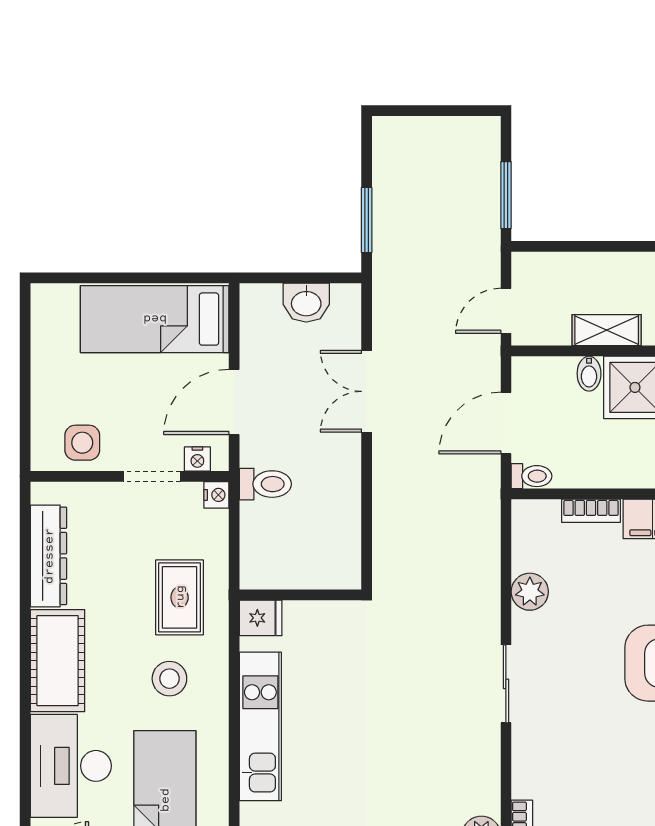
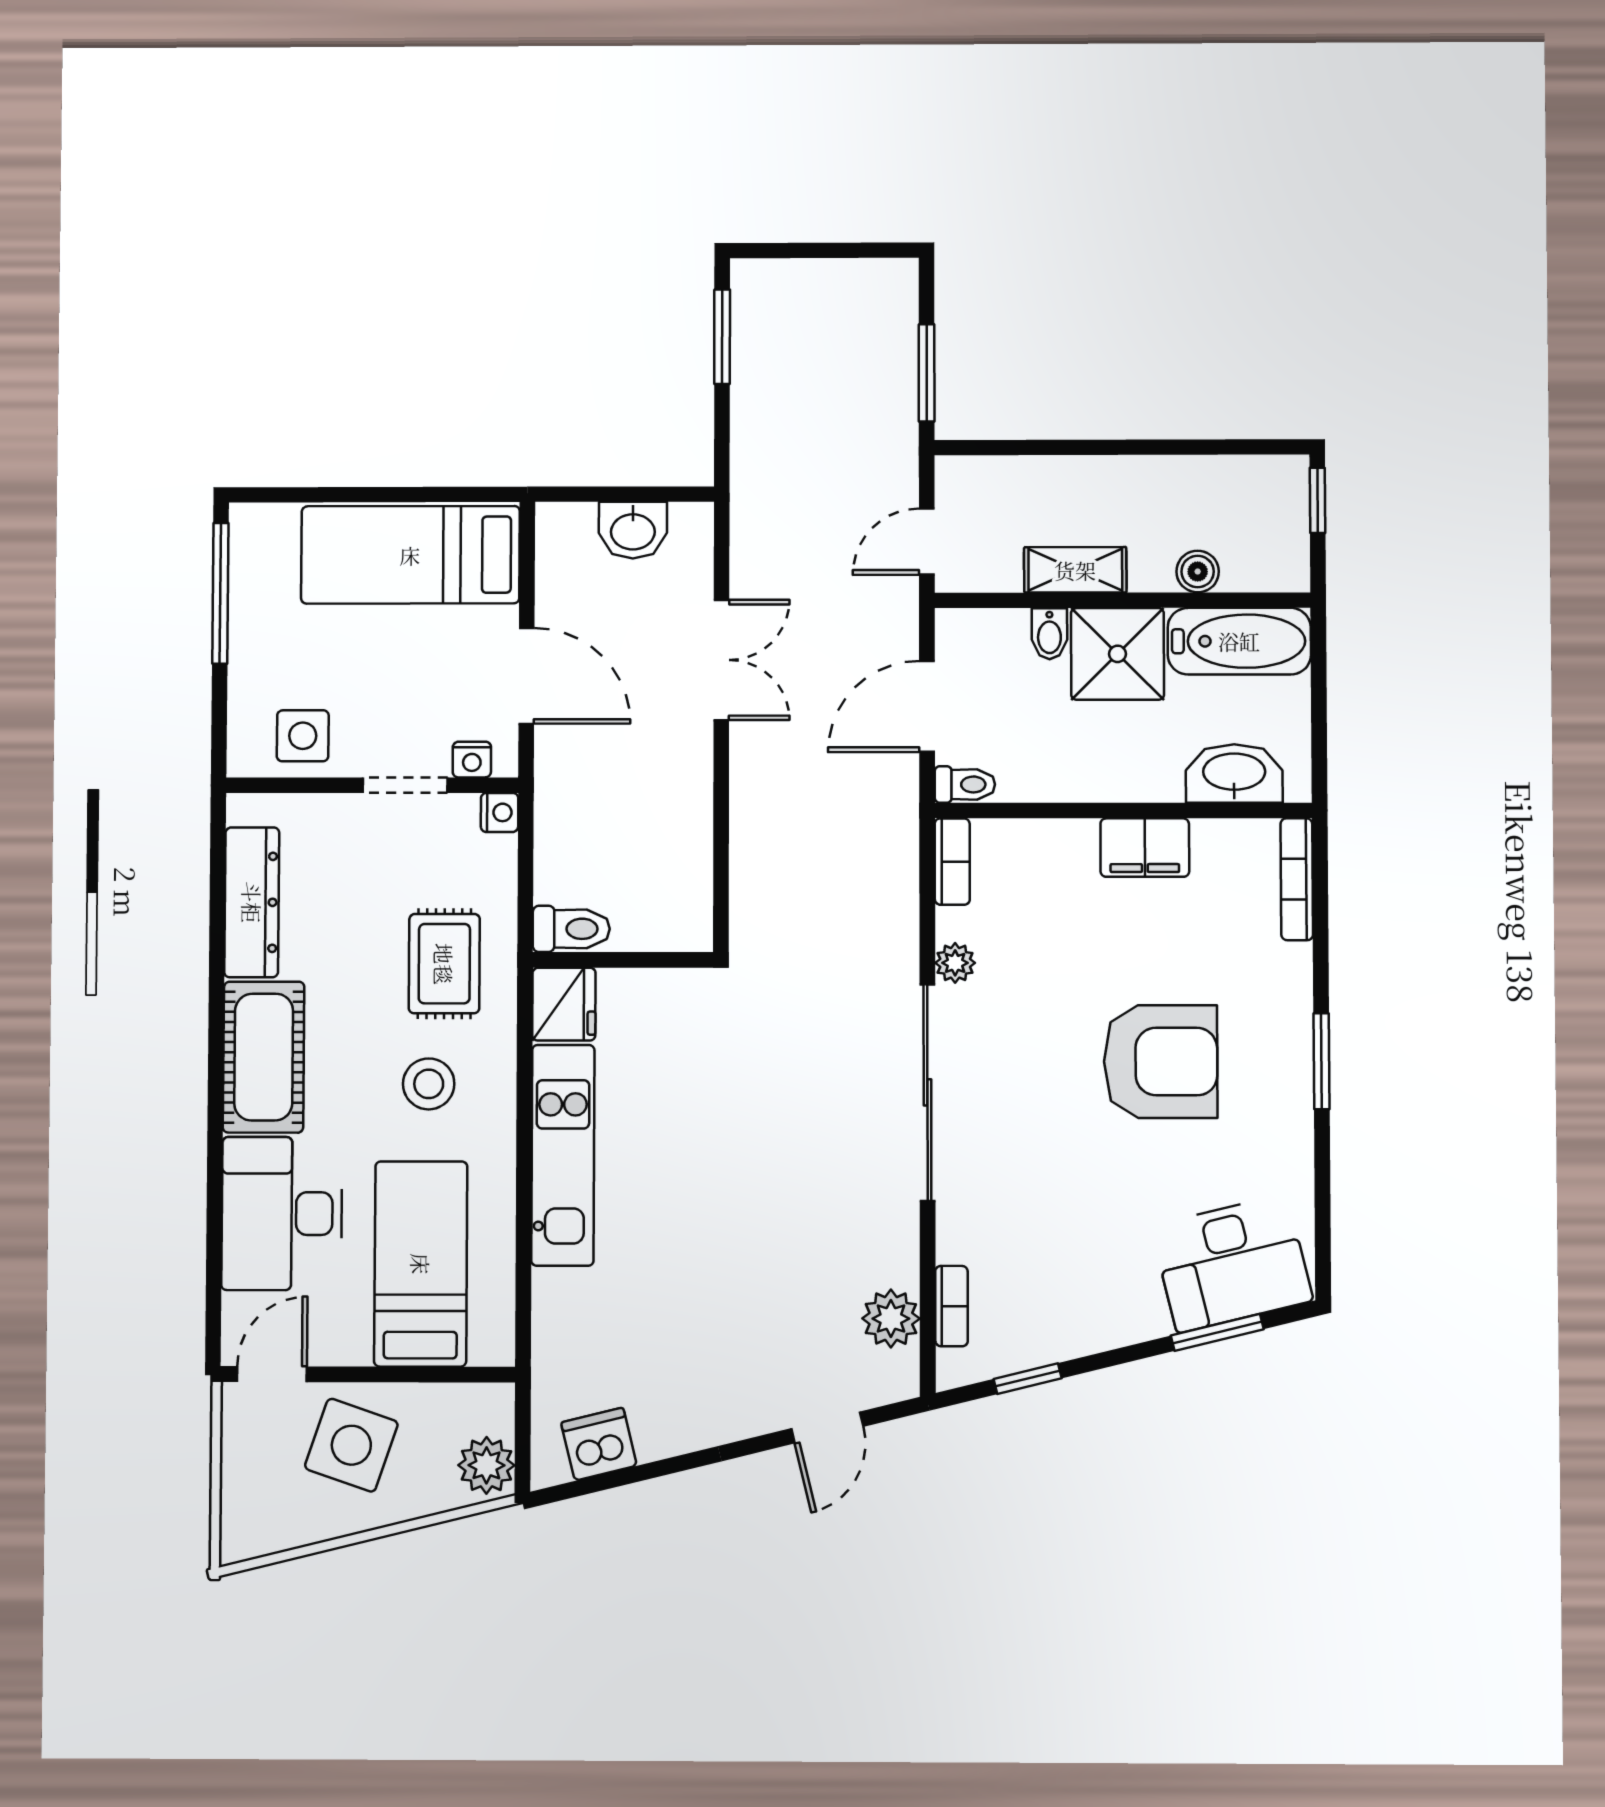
window: (367, 220) -> (722, 337), moved
window: (25, 345) -> (220, 593), added
double door: (367, 391) -> (721, 660), swing flipped
door: (234, 402) -> (526, 676), swing flipped
toilet: (265, 484) -> (571, 929), moved
bookcase: (591, 511) -> (952, 862), moved, turned -90
plant: (530, 592) -> (955, 963), width x0.73, depth x0.73
fridge: (261, 618) -> (564, 1004), width x1.38
sliding door: (506, 684) -> (927, 1092), width x1.86

